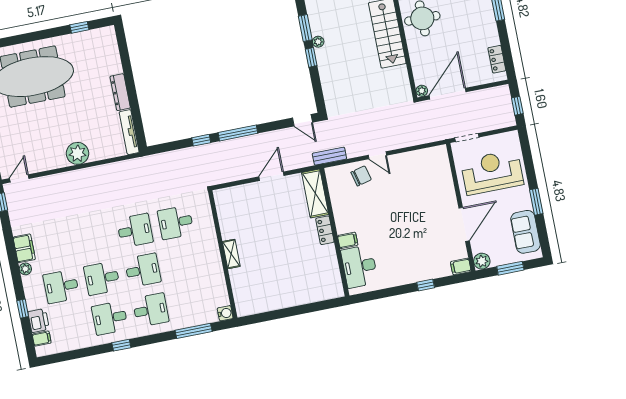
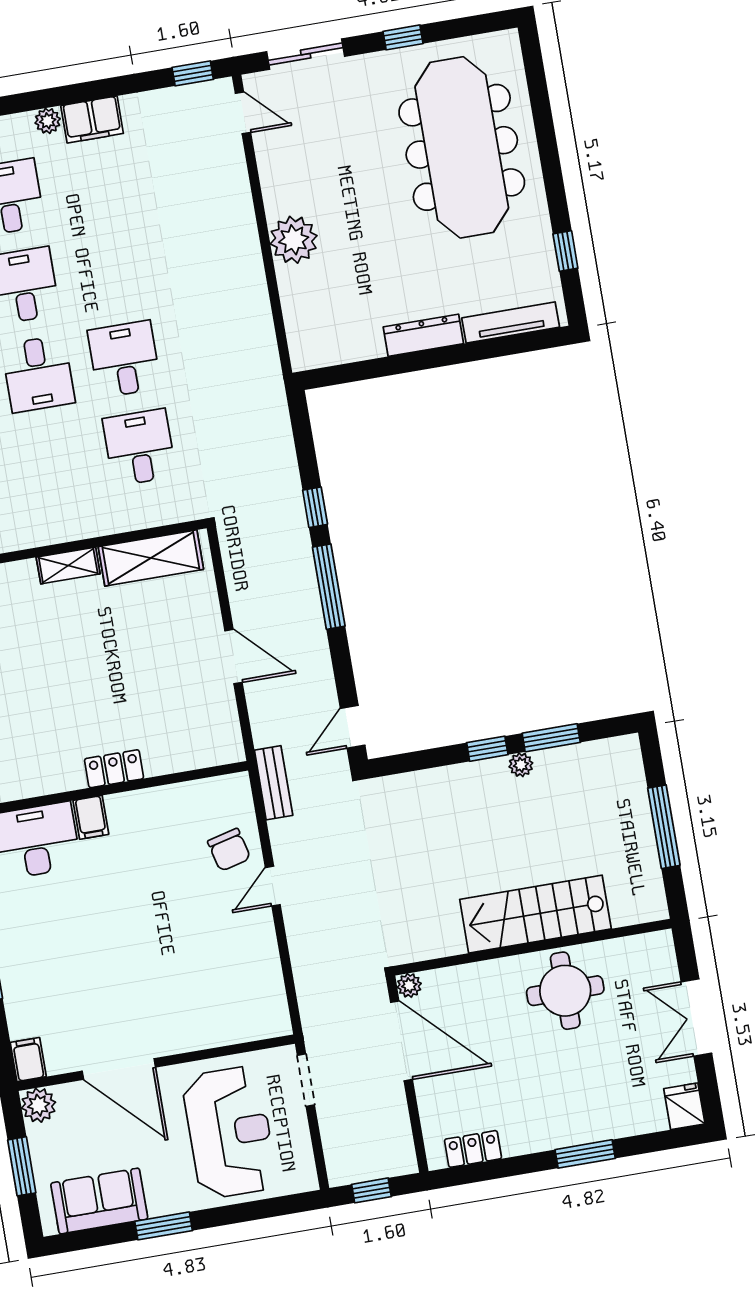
tv unit: (129, 132) -> (511, 322), moved
shelving: (315, 193) -> (151, 558), moved
desk: (135, 230) -> (124, 359), turned 180

